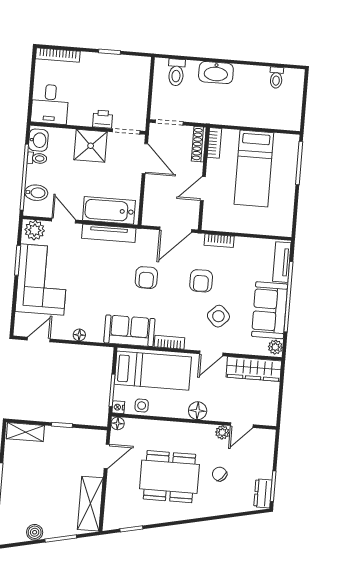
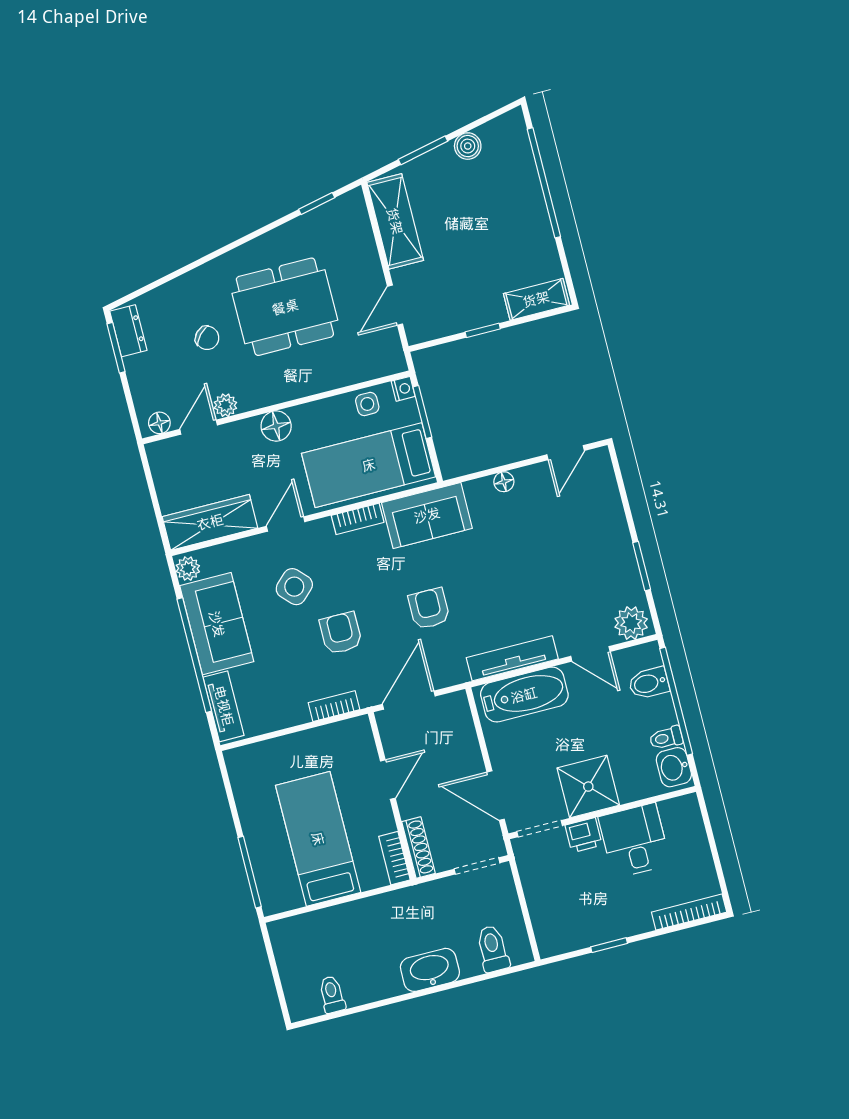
desk: (50, 104) -> (634, 841), moved
corner sofa: (42, 280) -> (592, 549), removed
floor lamp: (118, 423) -> (159, 423), moved

